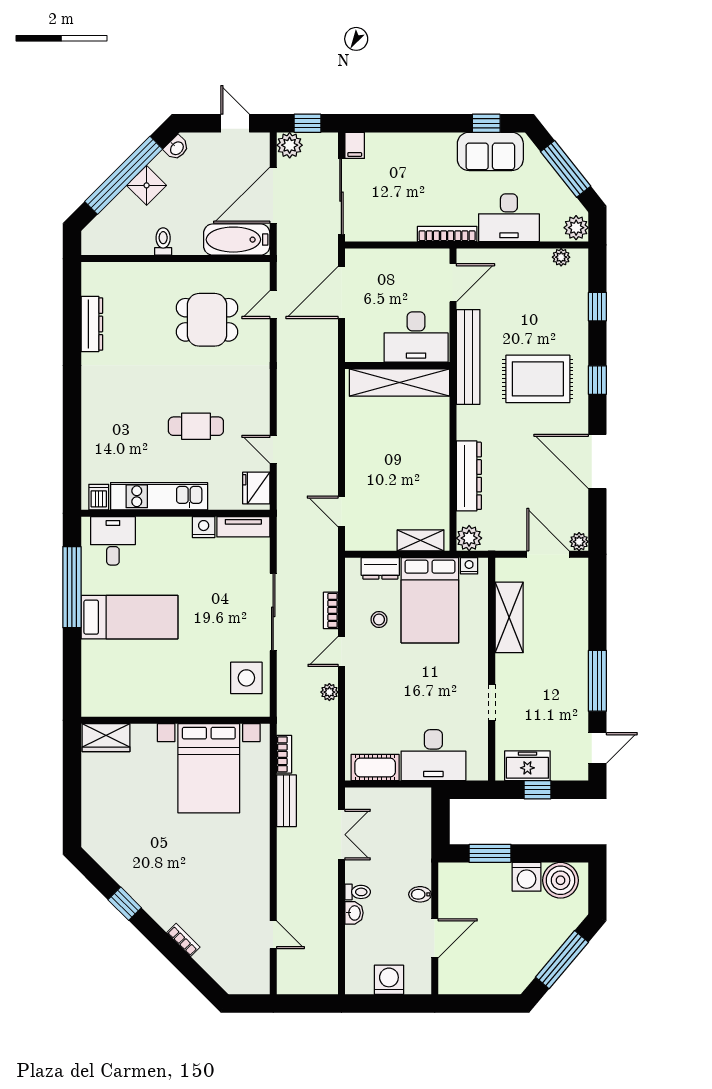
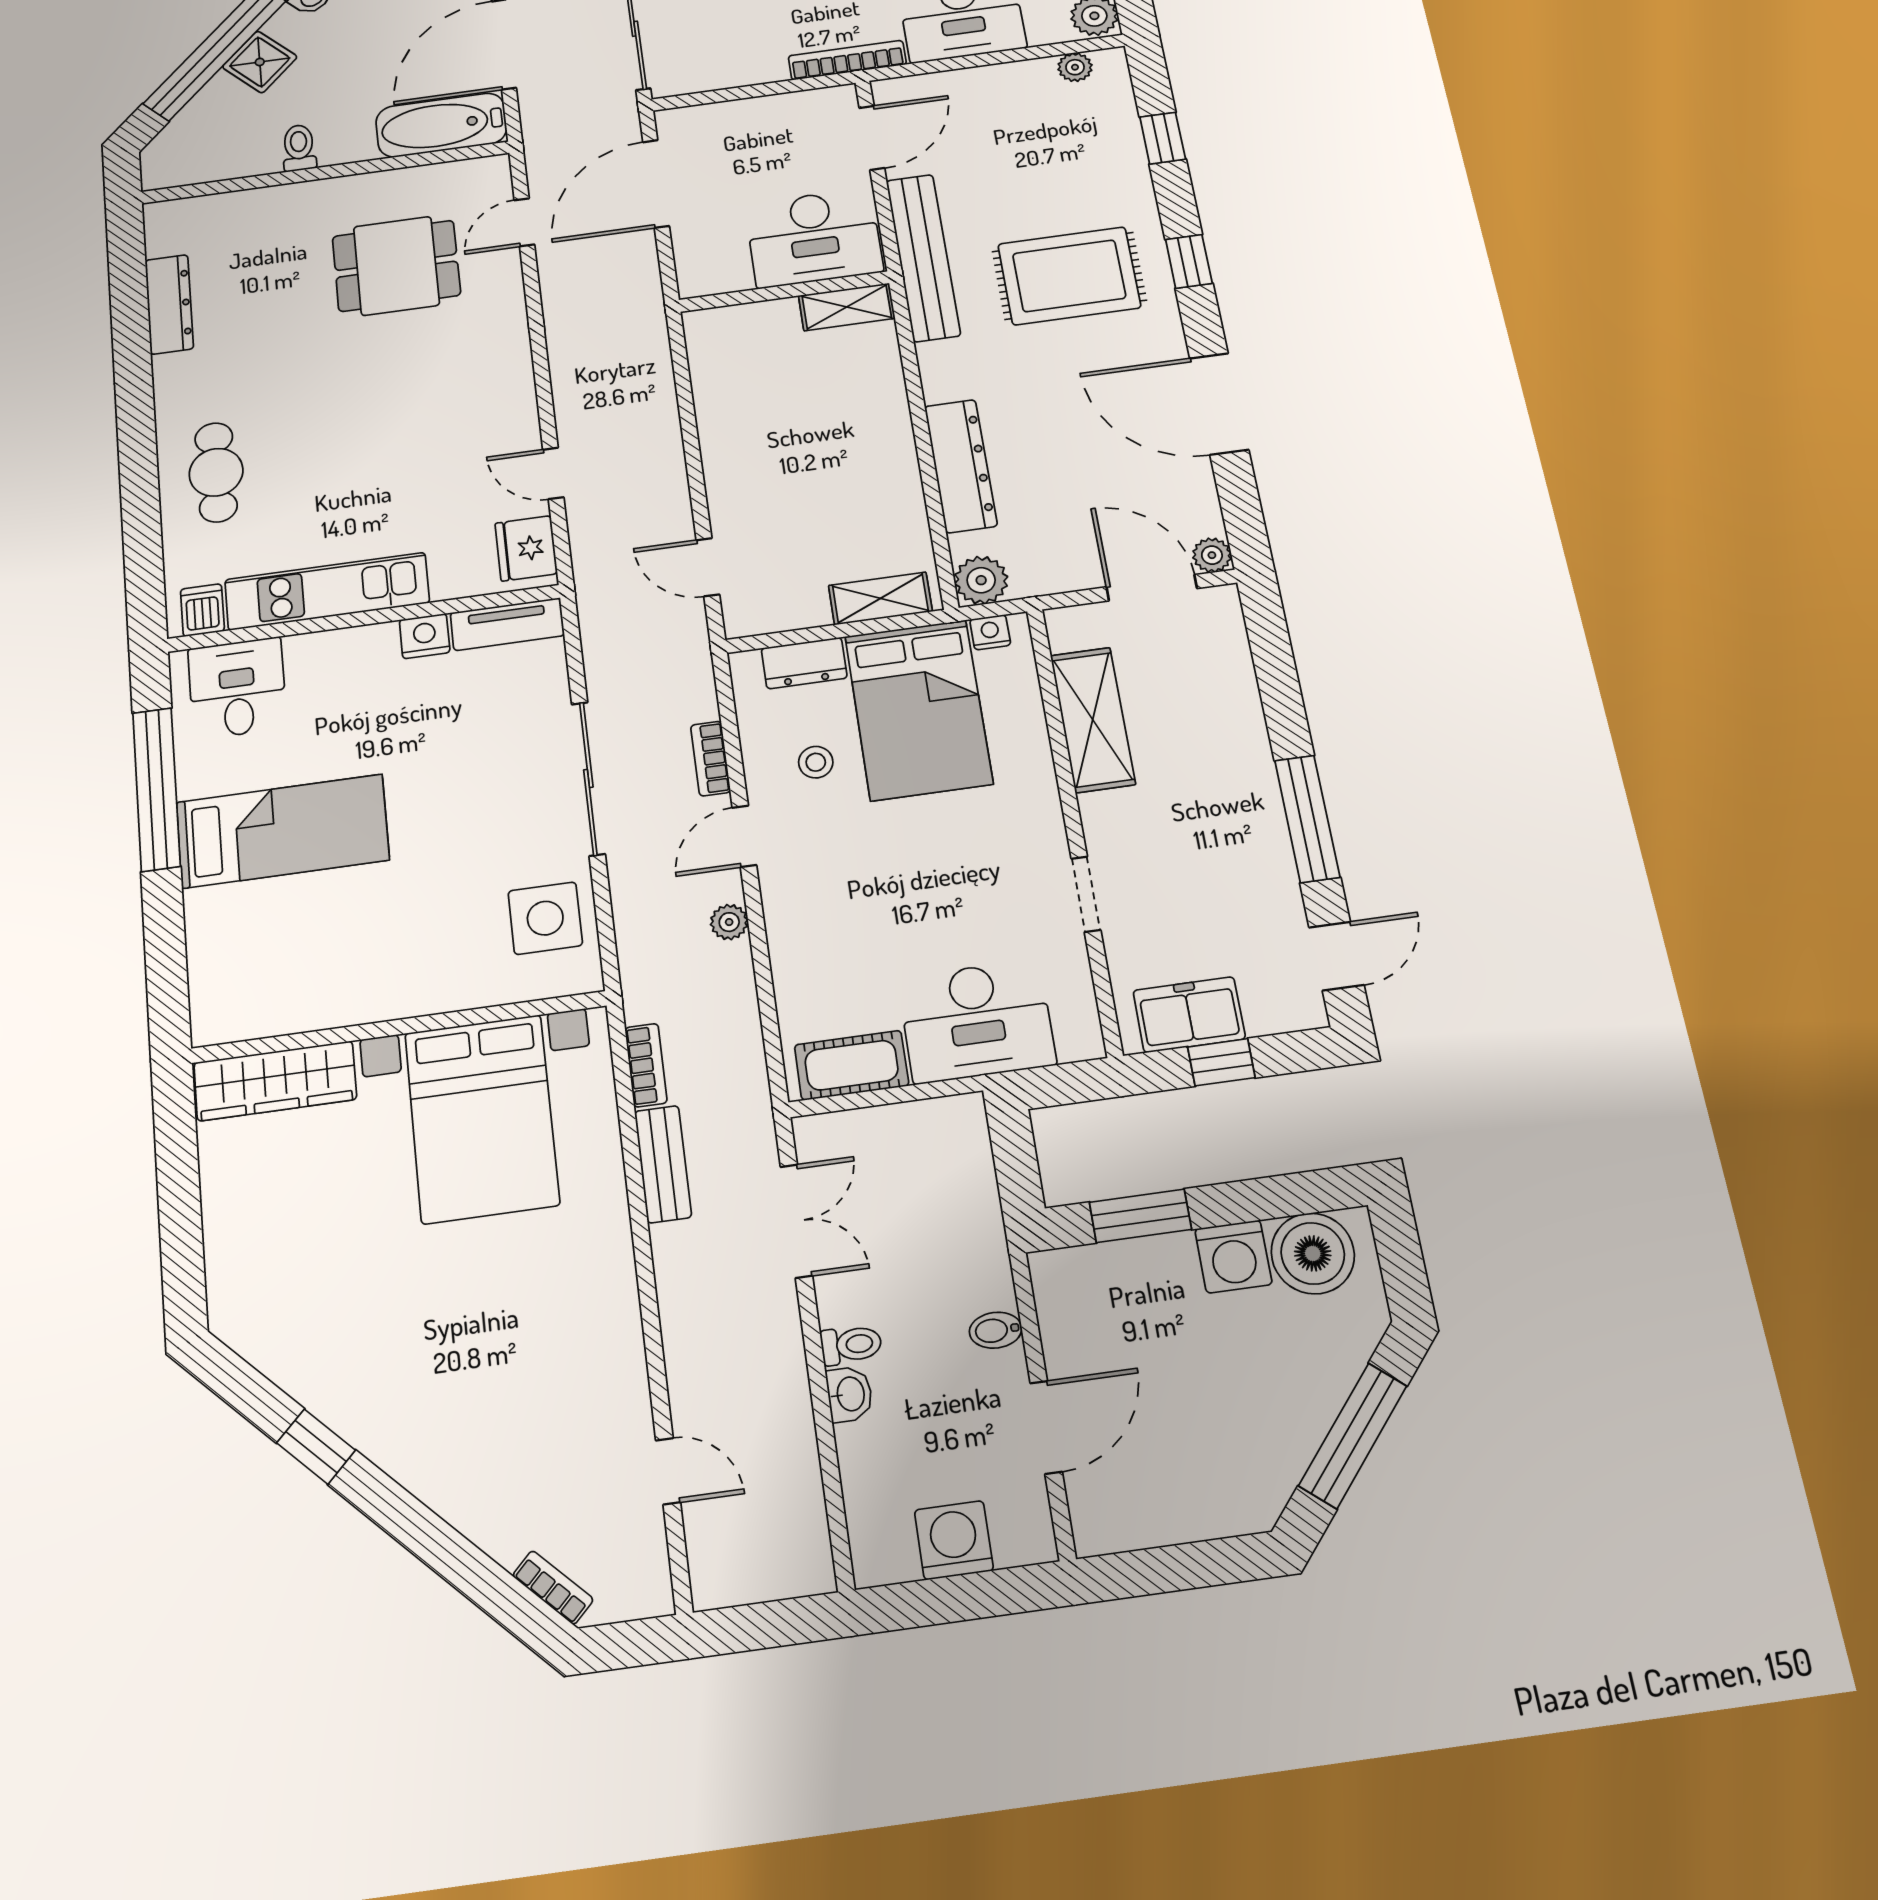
shelving: (399, 383) -> (847, 307), width x0.45, depth x0.75
cafe table: (196, 426) -> (216, 472), moved, turned 90
wardrobe: (106, 738) -> (275, 1081), width x1.50
bookcase: (183, 940) -> (553, 1587), moved

